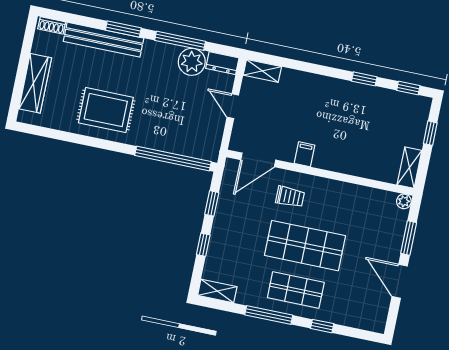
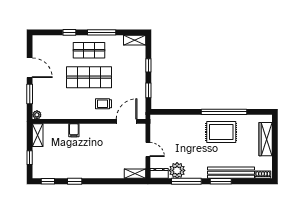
filing cabinet: (304, 154) -> (74, 130), moved
window: (173, 159) -> (224, 112), moved

